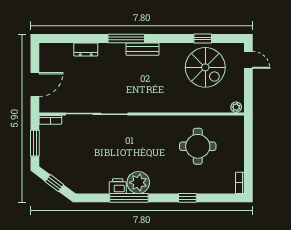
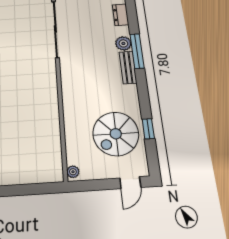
plant: (117, 50) -> (123, 43), added
round table: (198, 146) -> (26, 131), removed

